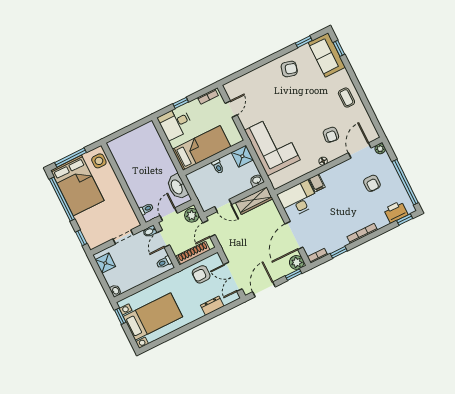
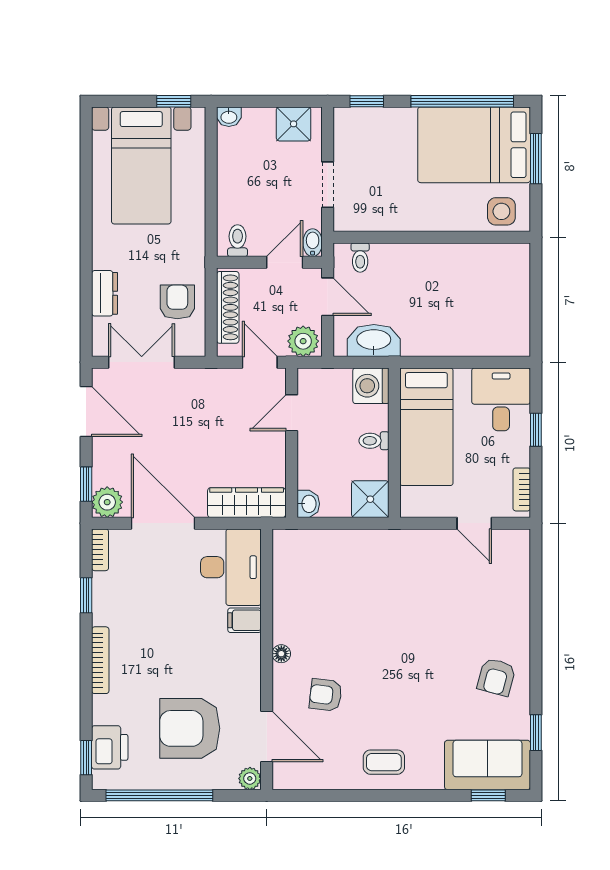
corner sofa: (272, 145) -> (363, 569), removed
window: (71, 158) -> (536, 159), width x0.69
washing machine: (196, 179) -> (371, 386), added
armchair: (372, 183) -> (190, 728), width x1.88, depth x1.88
wardrobe: (254, 201) -> (247, 503), moved, turned 90
door: (163, 239) -> (285, 262), hinge flipped

